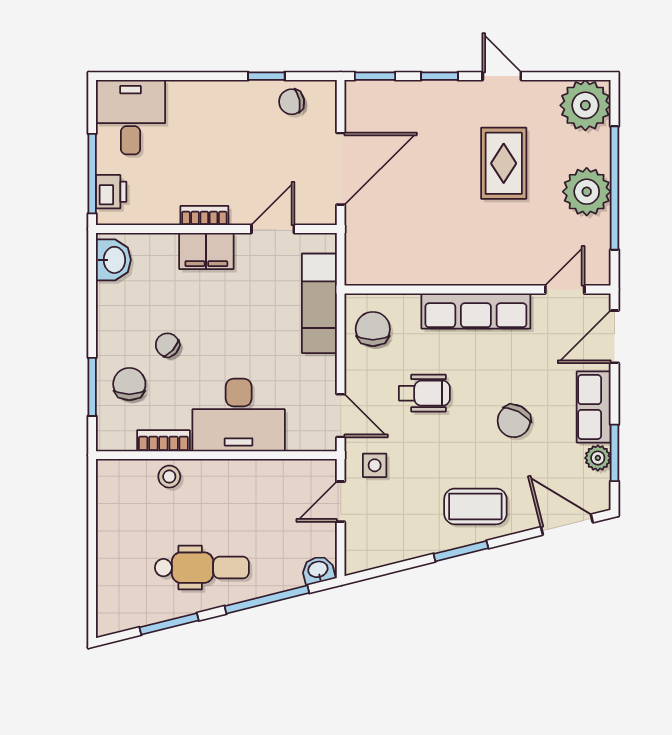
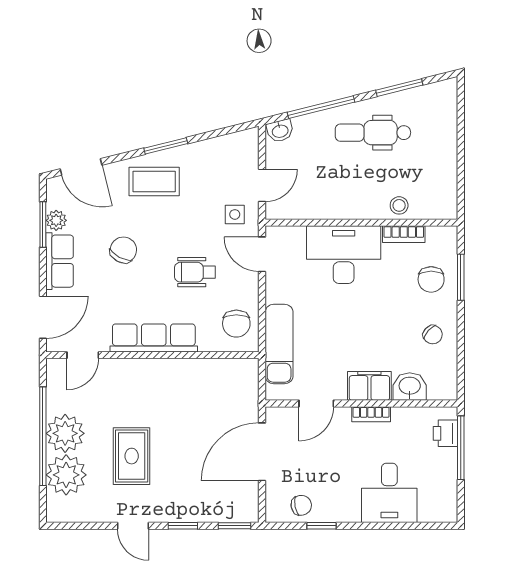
plant: (585, 105) -> (66, 475), moved
desk: (130, 117) -> (389, 493), moved
washbasin: (113, 260) -> (410, 387), moved, turned 90
chair: (167, 345) -> (433, 335), moved

